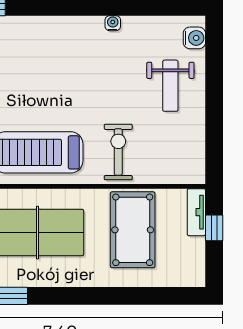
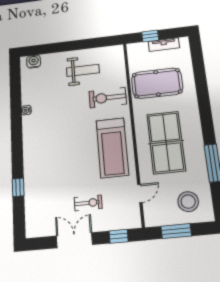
weight bench: (170, 86) -> (83, 70), moved
tv unit: (196, 212) -> (164, 45), moved

